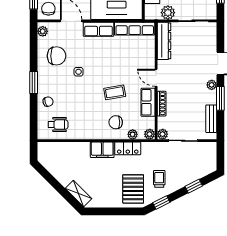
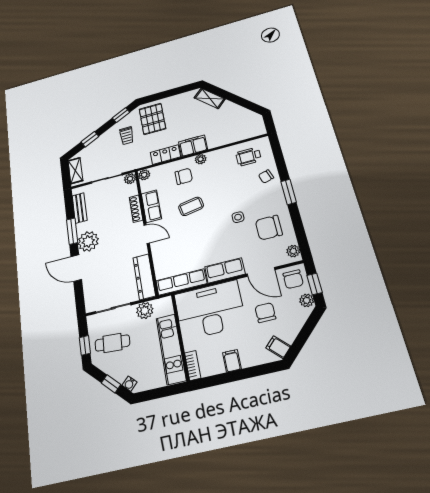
plant: (212, 85) -> (88, 241), width x1.87, depth x1.87
plant: (133, 134) -> (201, 159), moved
shelving: (211, 157) -> (75, 171), added

